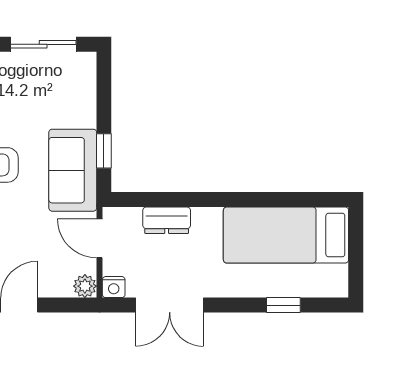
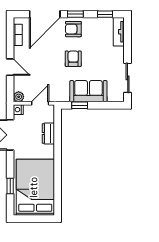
sofa: (73, 170) -> (88, 91), moved
bed: (286, 235) -> (35, 187), width x1.50

